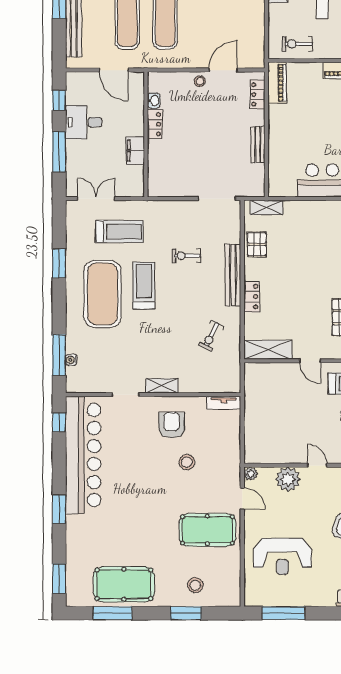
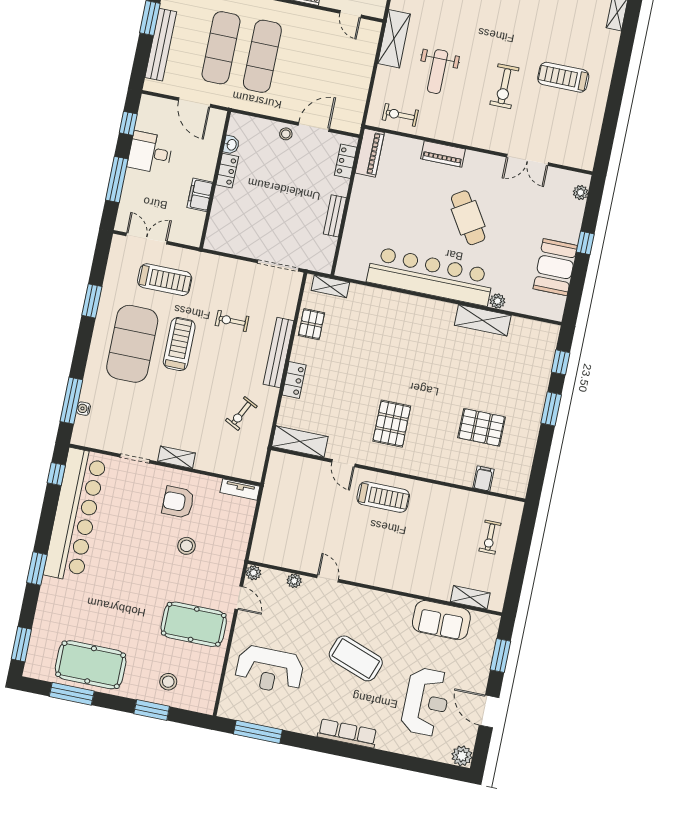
armchair: (172, 425) -> (178, 502), turned -90
plant: (288, 479) -> (294, 581), width x0.53, depth x0.53

